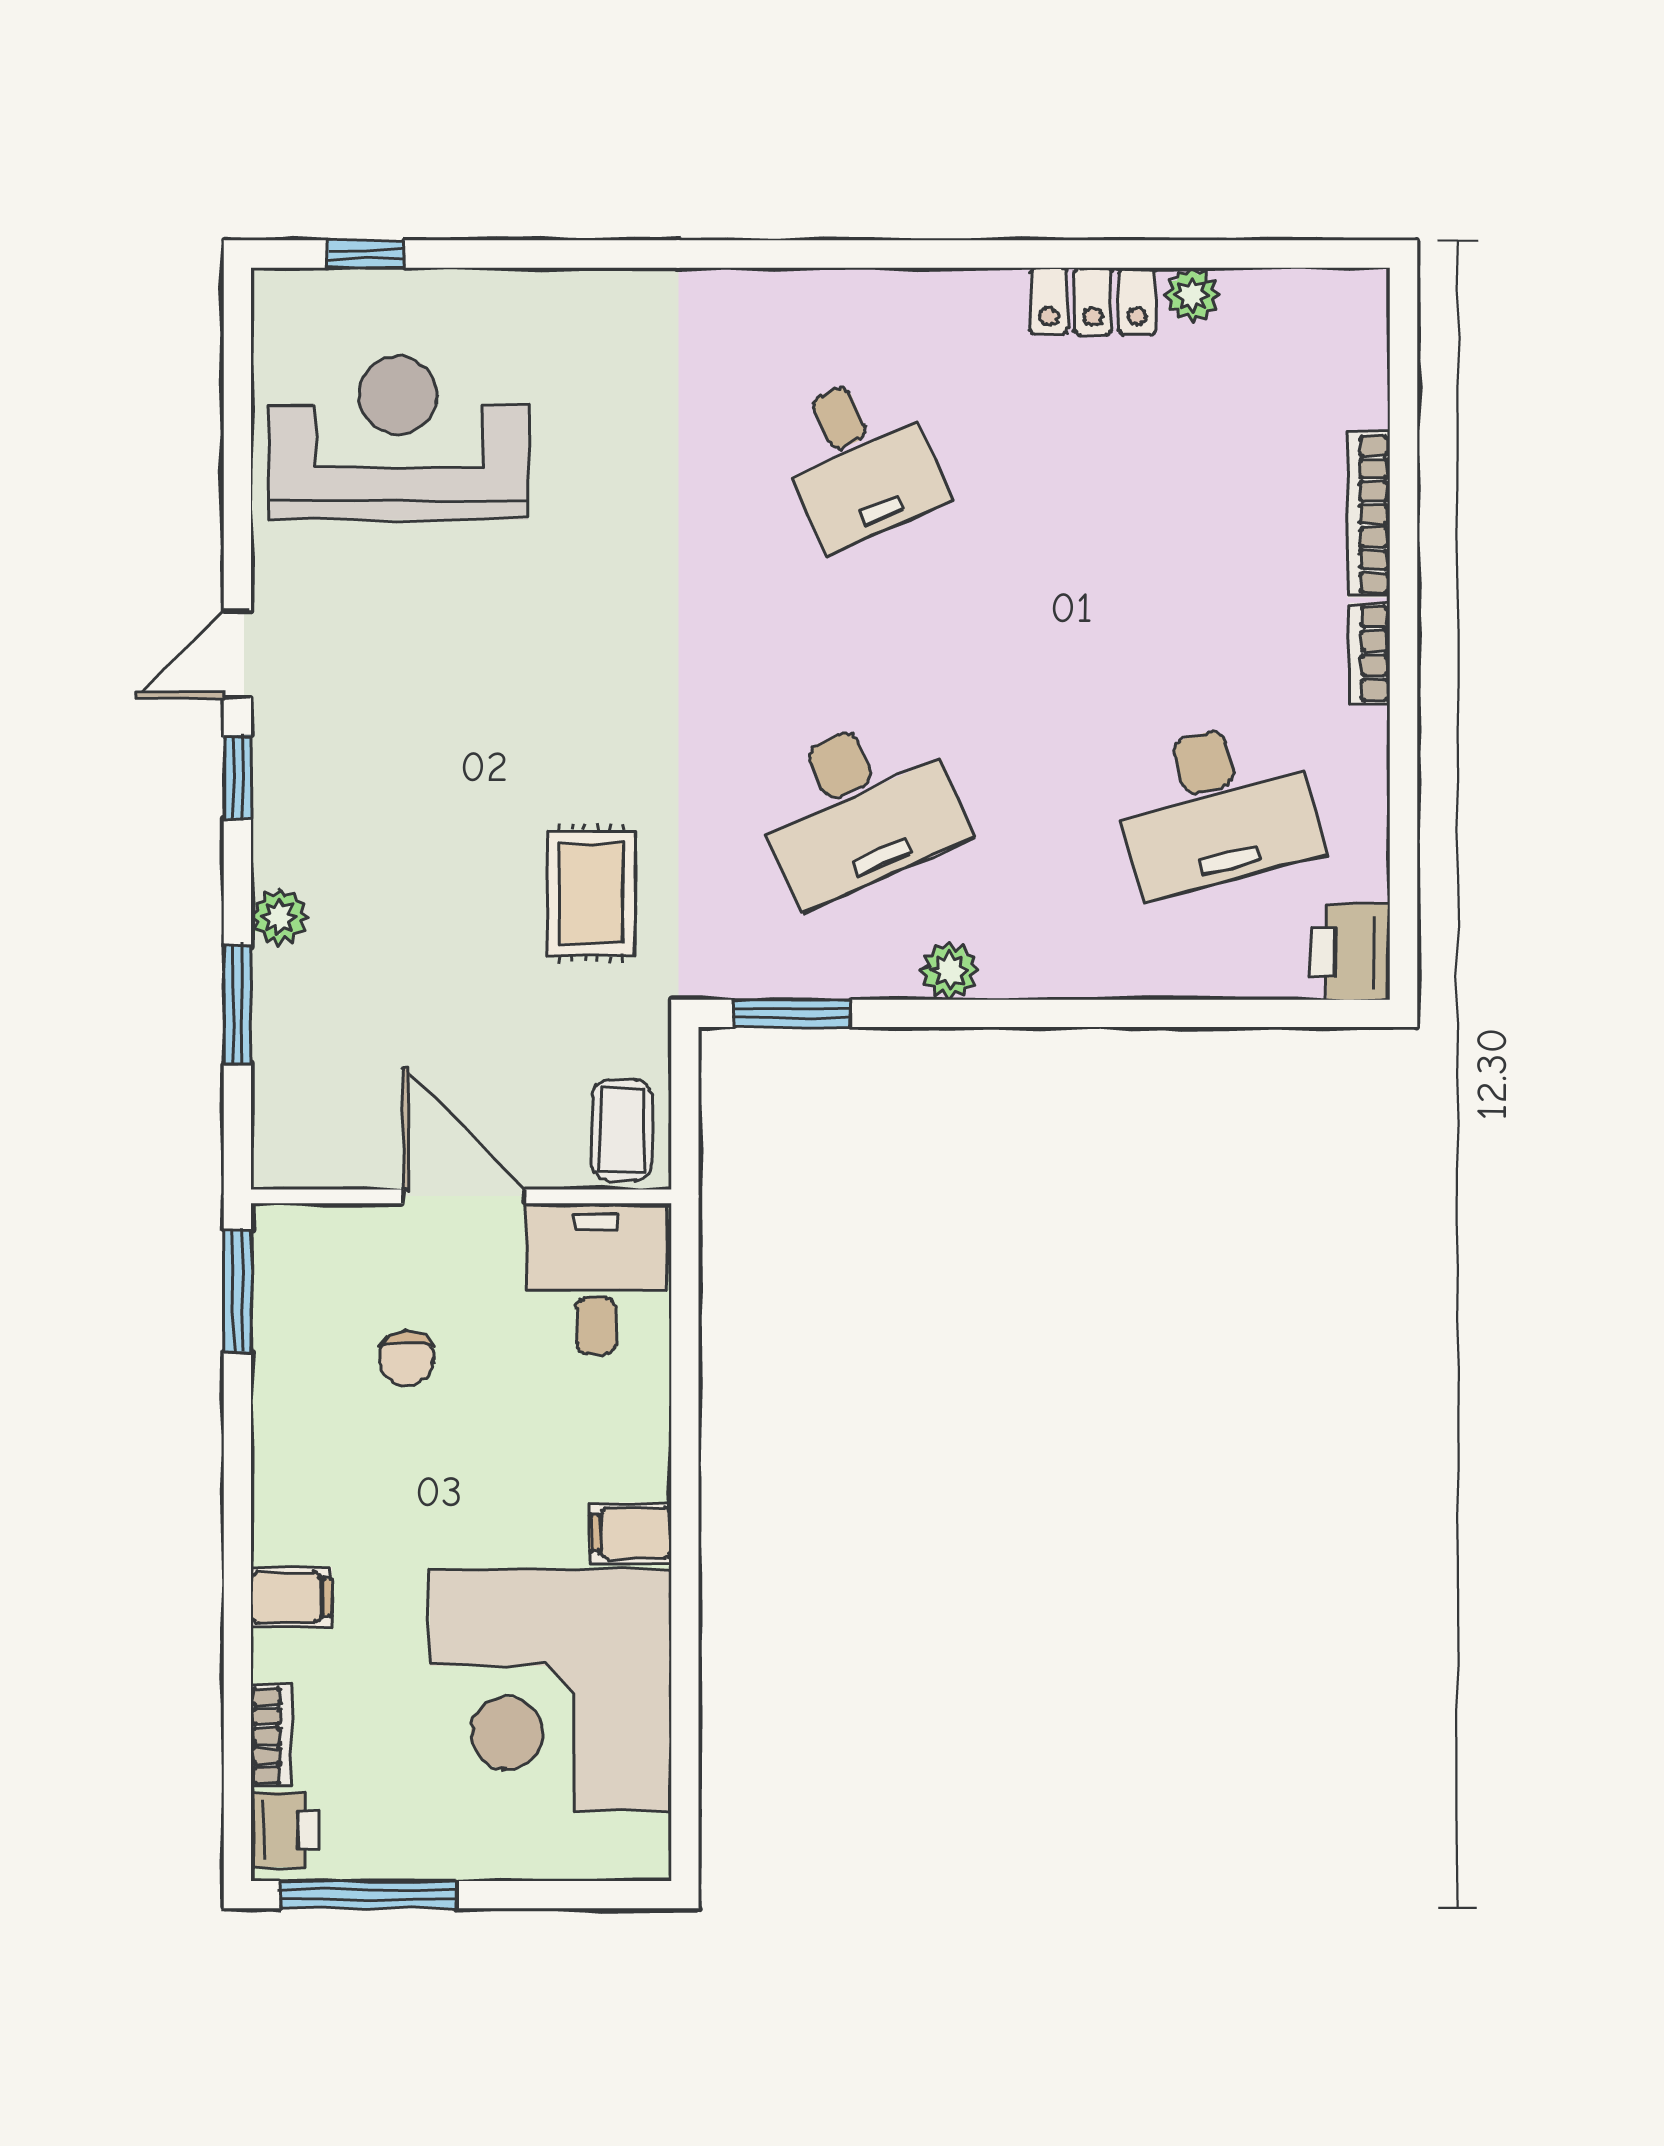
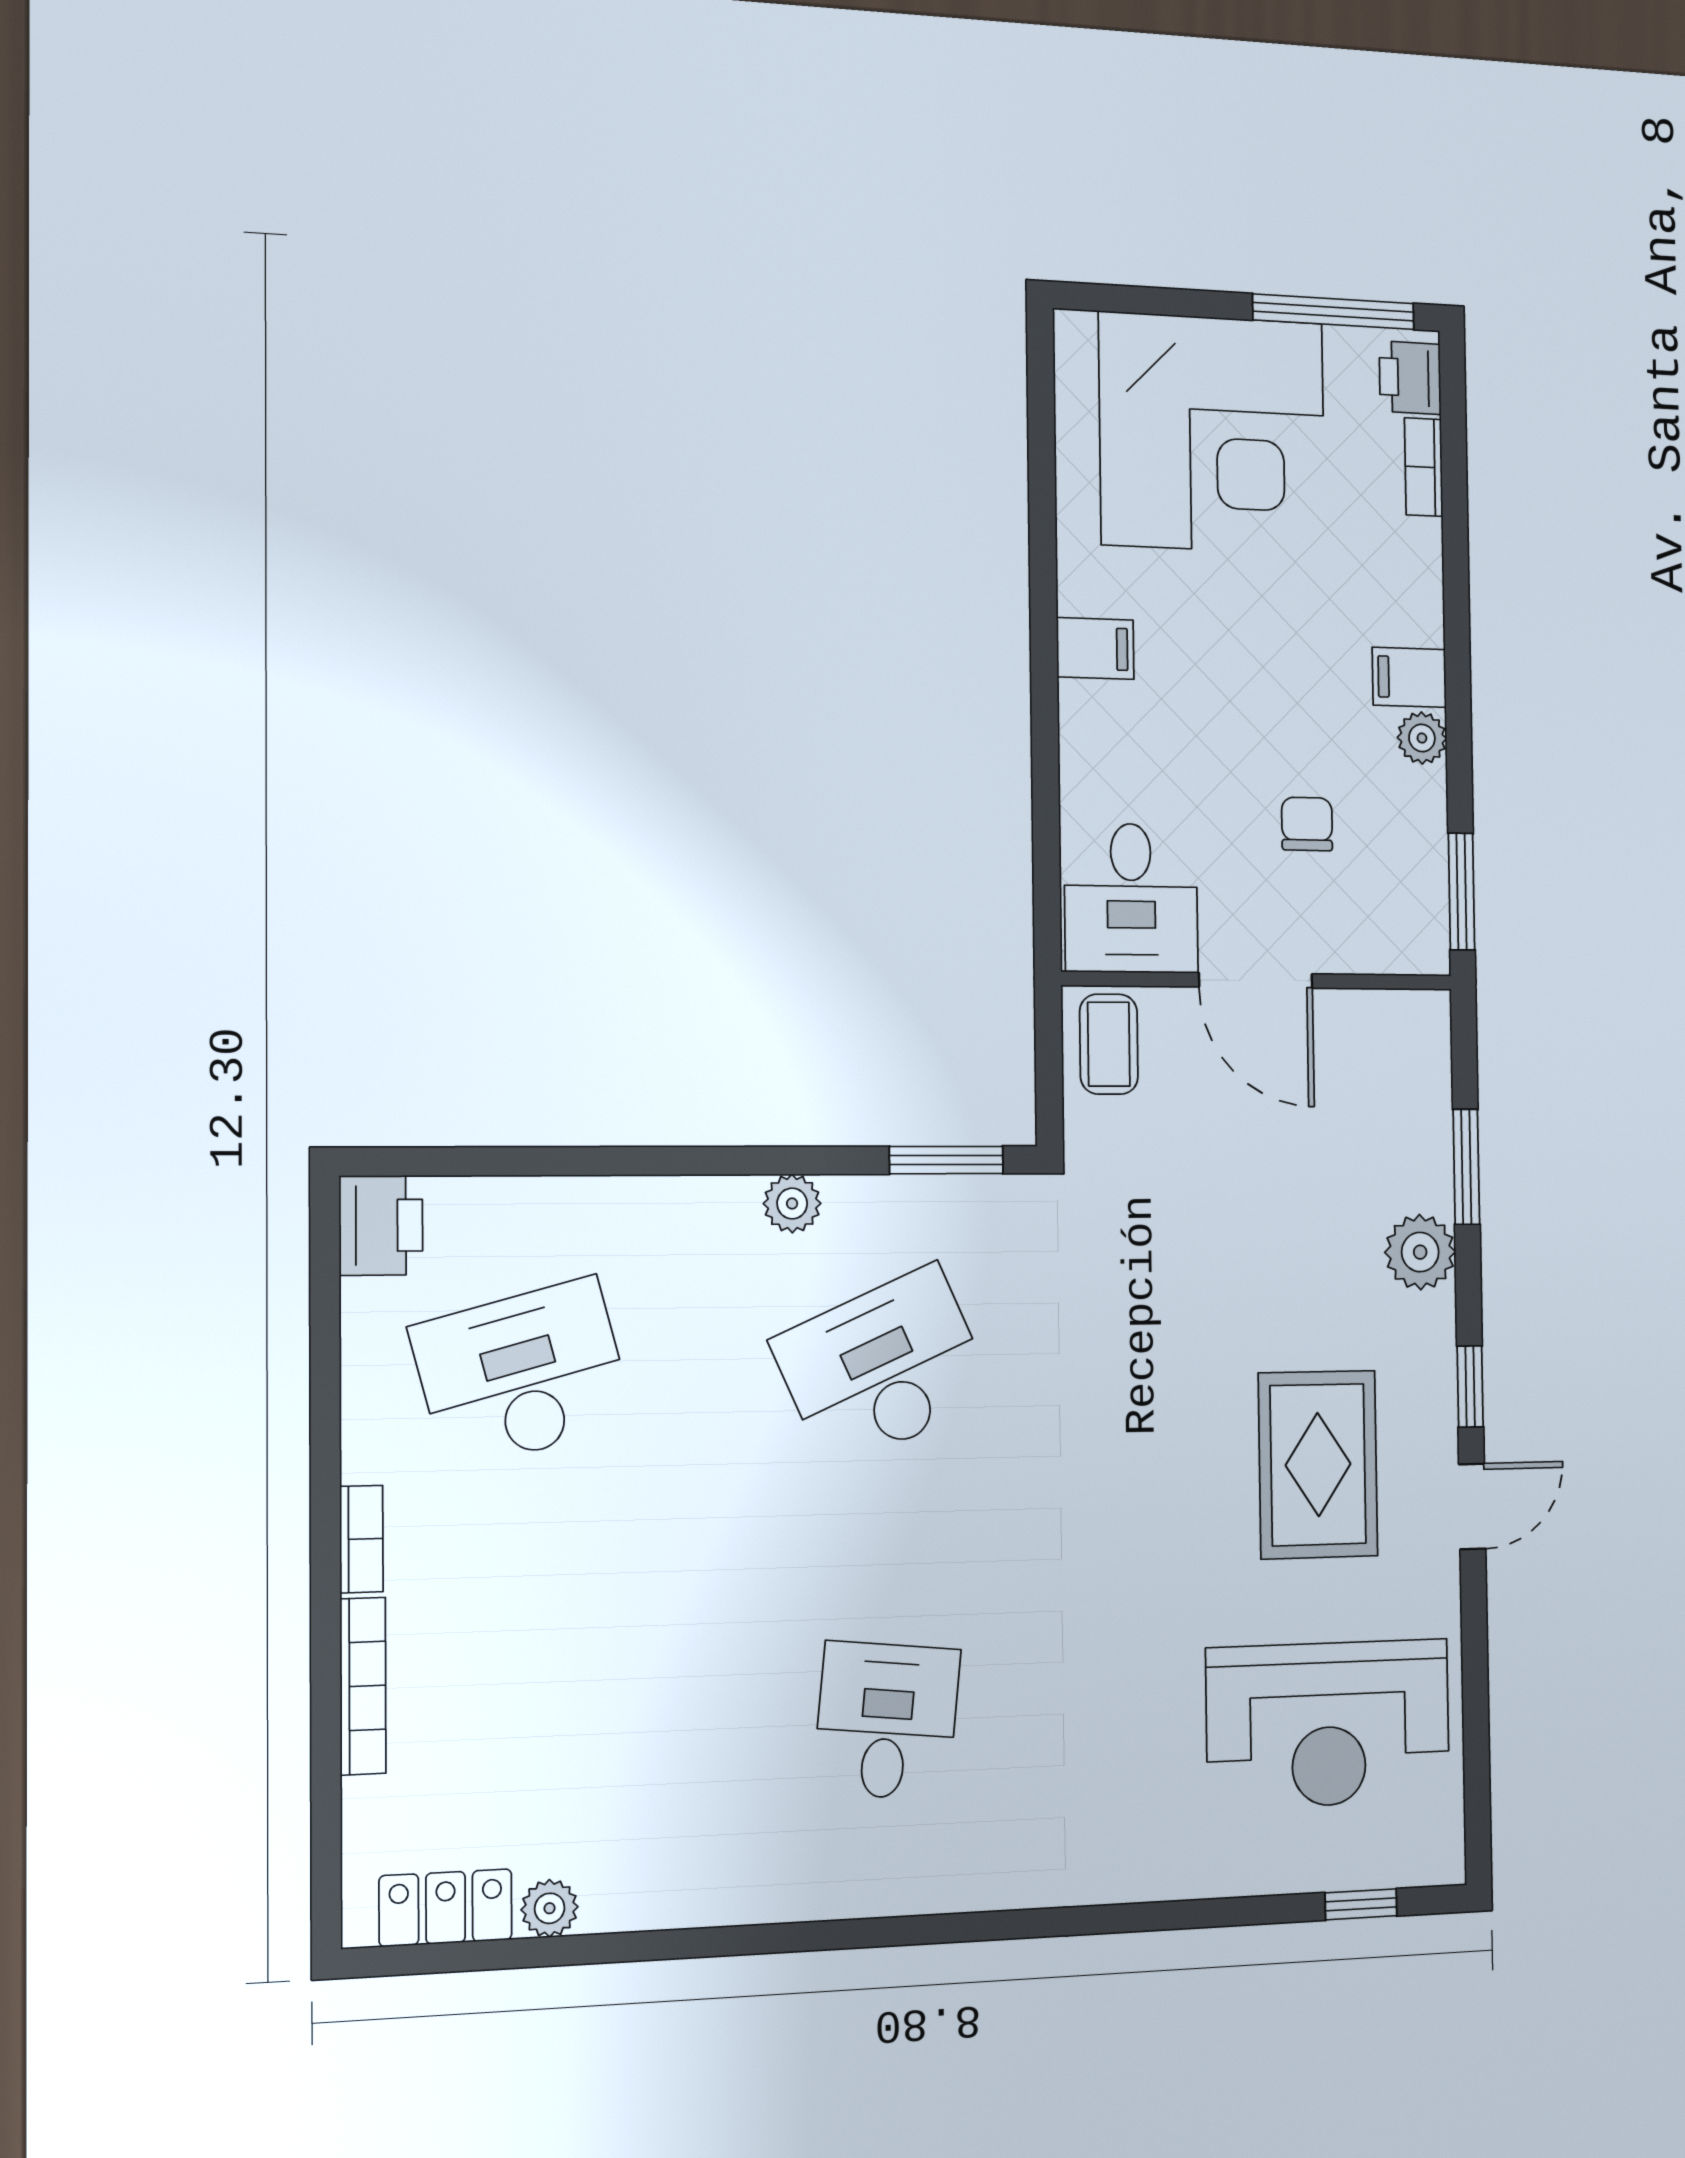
locker: (1093, 301) -> (446, 1908), moved
desk: (859, 460) -> (887, 1721), turned 30
rug: (591, 893) -> (1318, 1465), moved, width x1.36, depth x1.43
plant: (279, 917) -> (1420, 1252), width x1.38, depth x1.38
plant: (278, 1451) -> (1422, 738), added
filing cabinet: (291, 1597) -> (1409, 677), moved
corner desk: (551, 1690) -> (1212, 433), moved, turned 90

